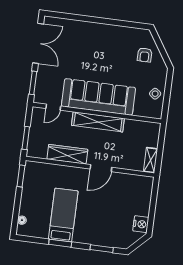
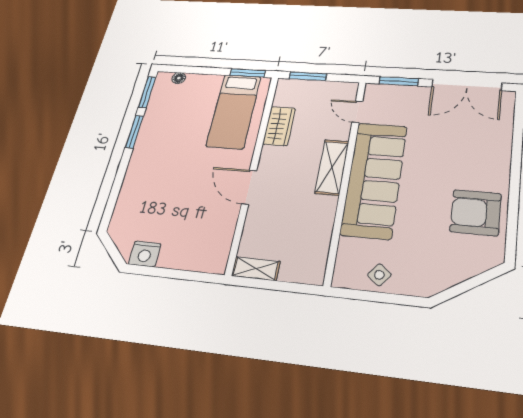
armchair: (145, 55) -> (476, 213), moved, width x1.88, depth x1.88
shelving: (98, 122) -> (332, 167), width x0.68
wardrobe: (67, 154) -> (279, 126), width x0.67
bed: (63, 215) -> (234, 111), moved, turned 90
window: (102, 249) -> (147, 92), moved

